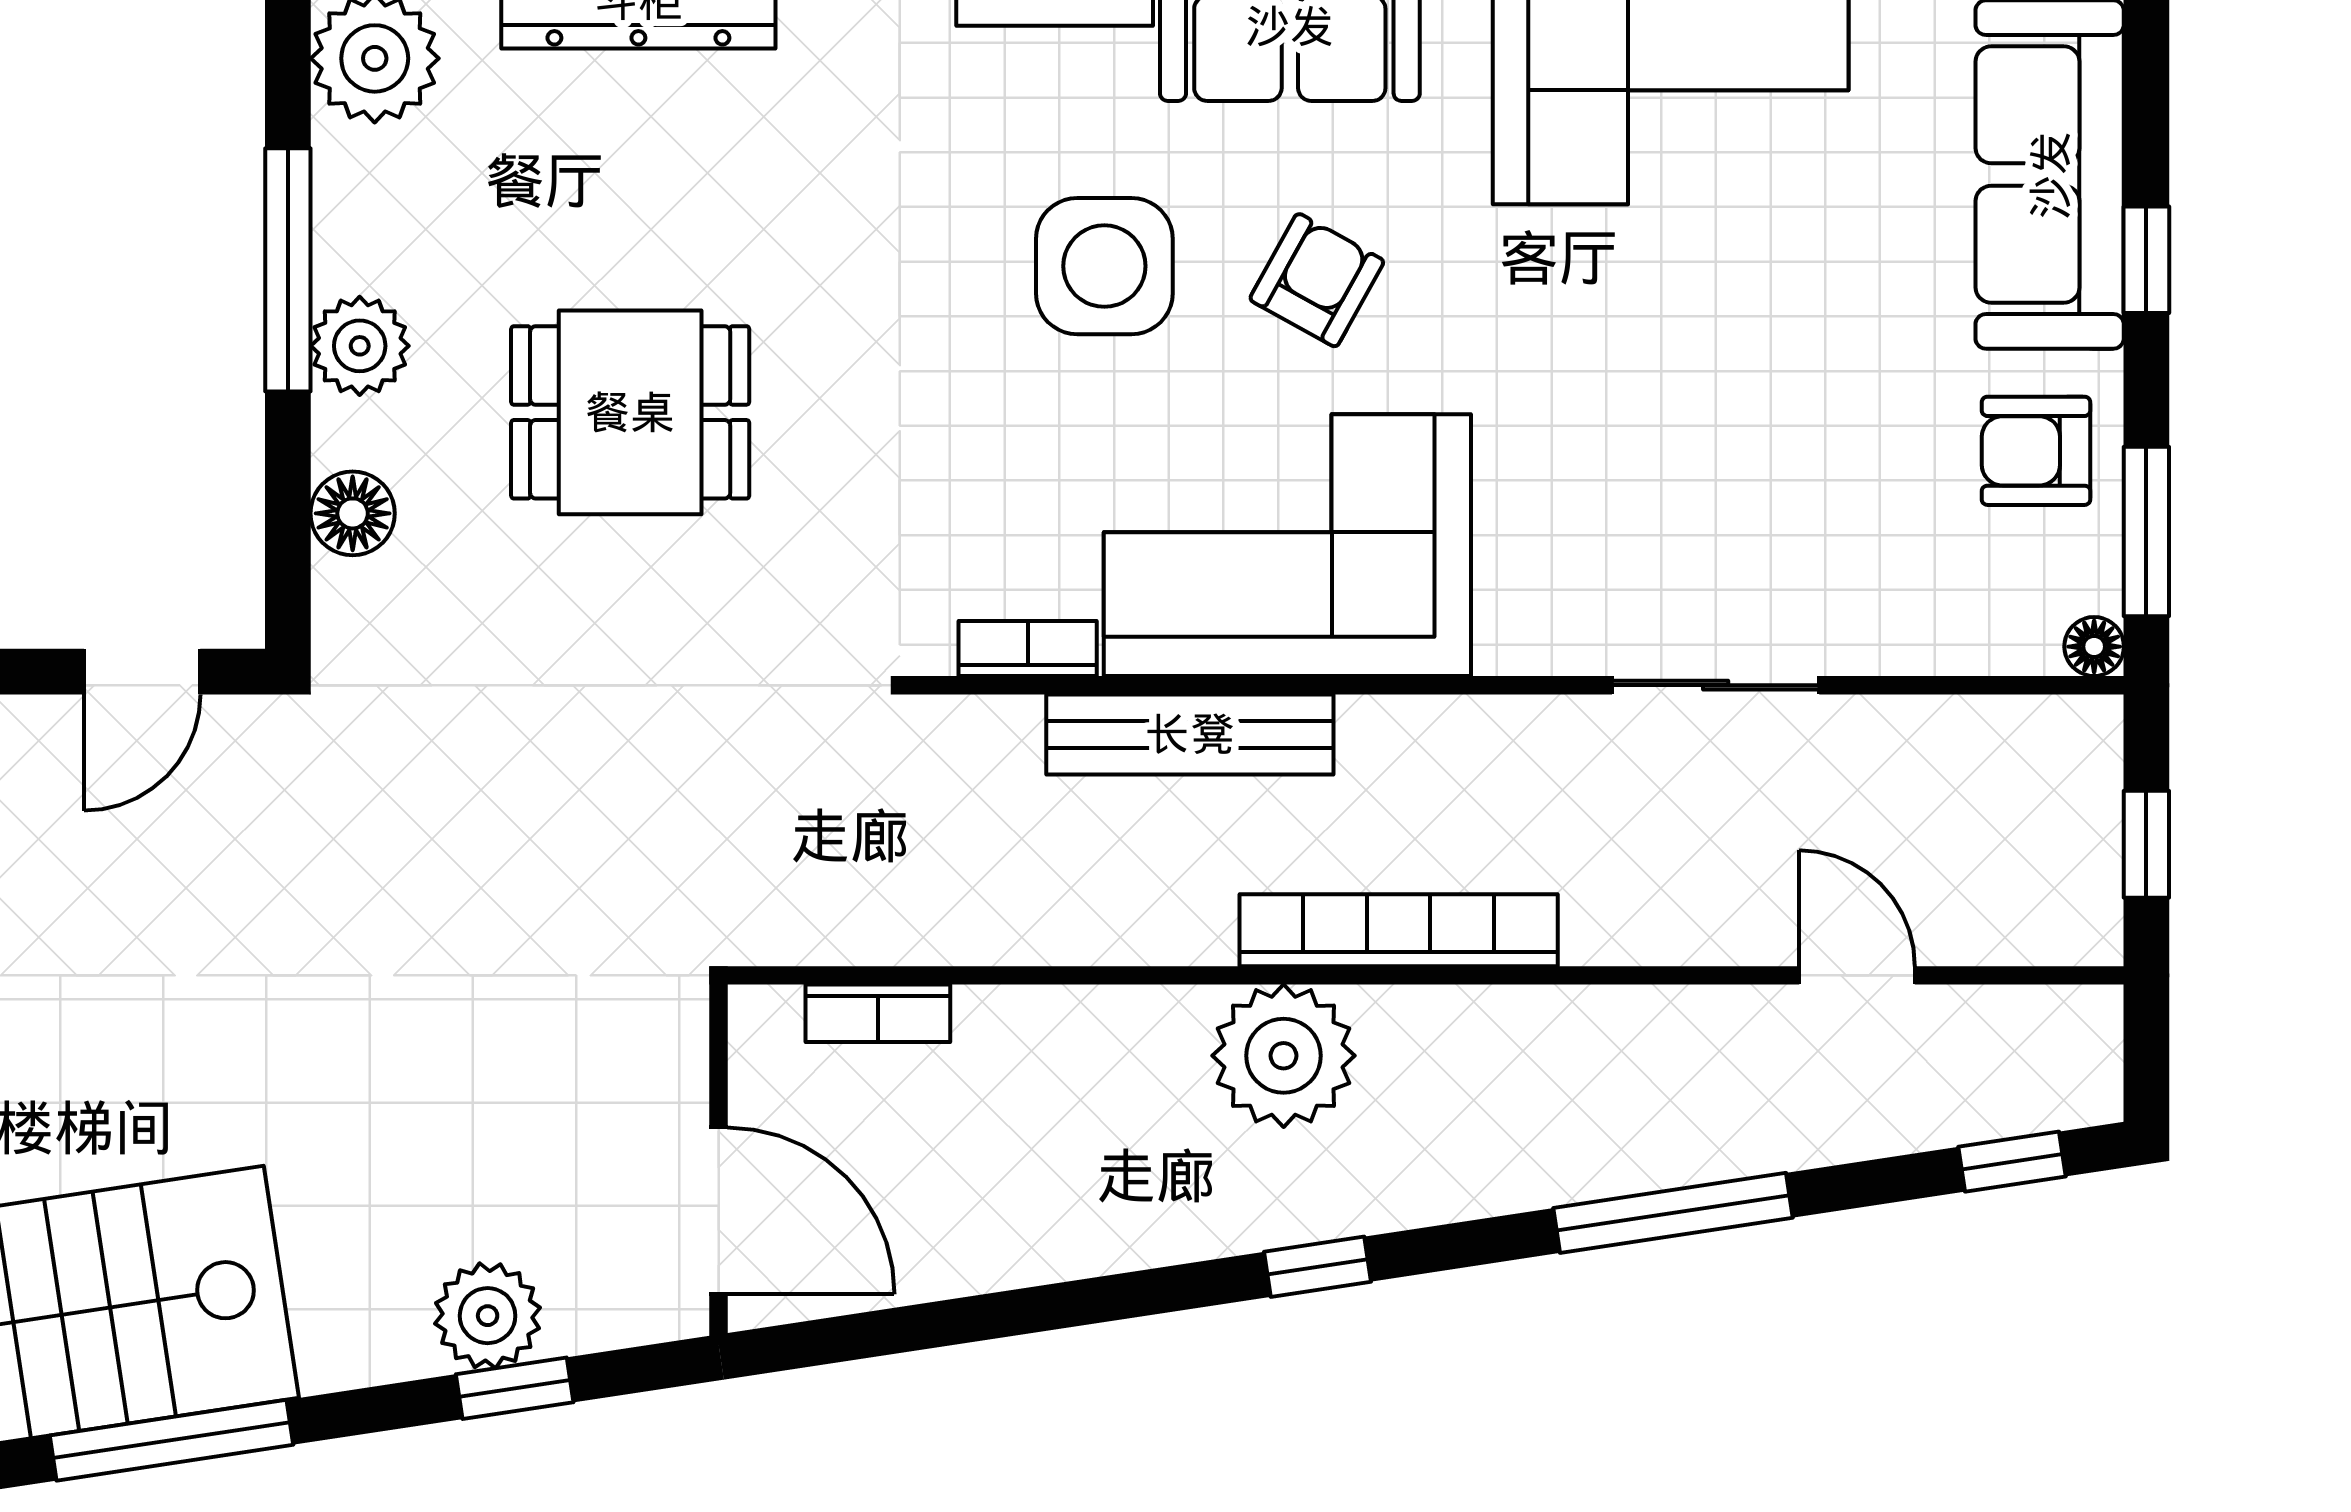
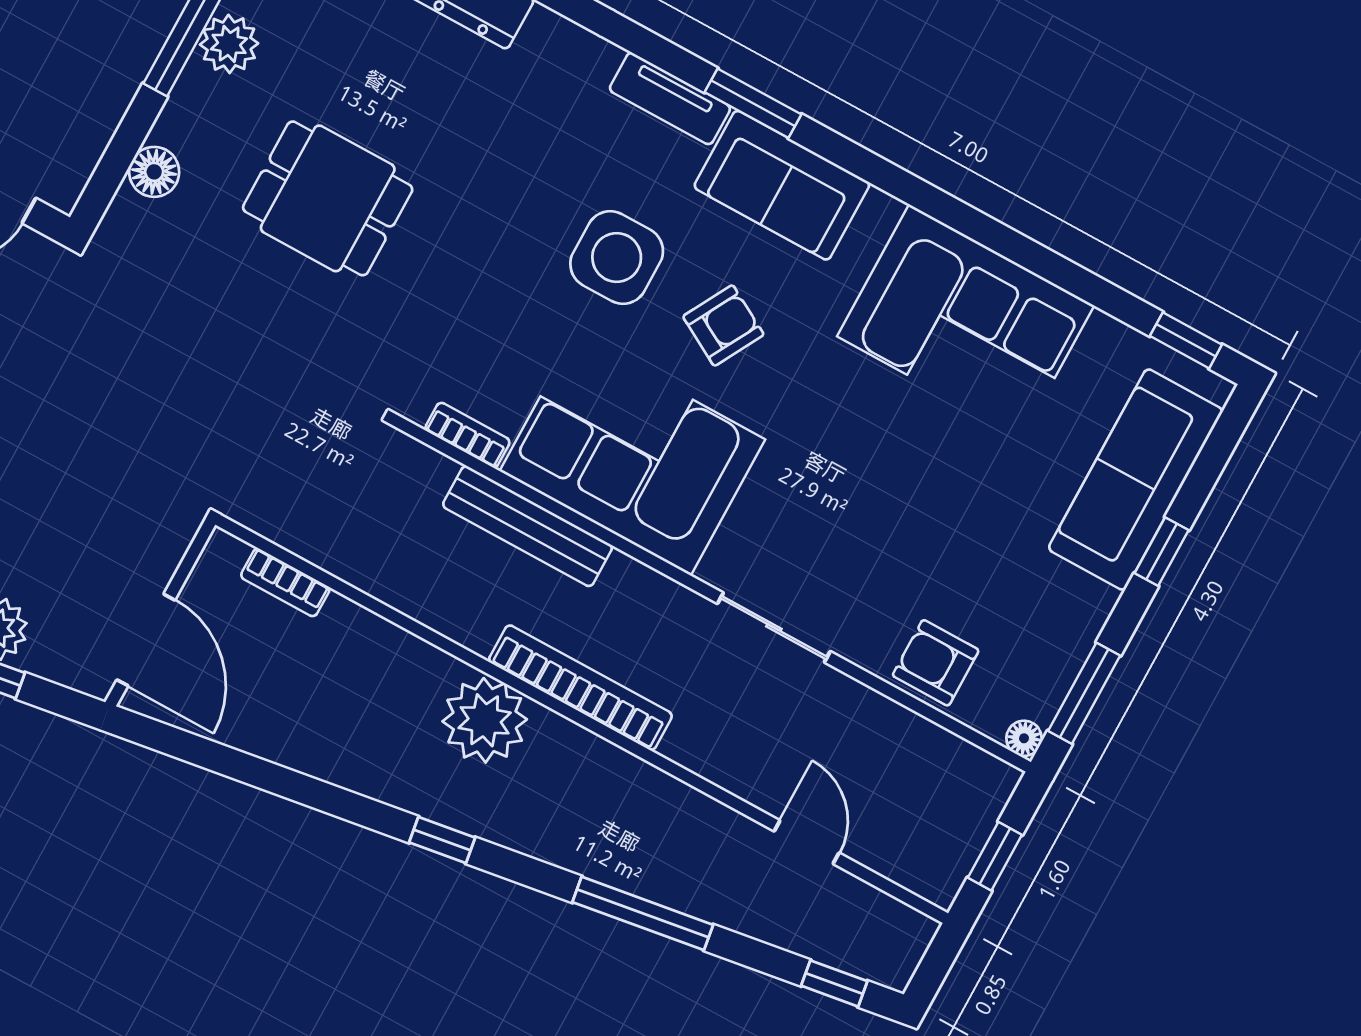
plant: (360, 346) -> (229, 44), moved
armchair: (2036, 451) -> (936, 663), moved
sliding door: (1716, 685) -> (774, 628), moved

